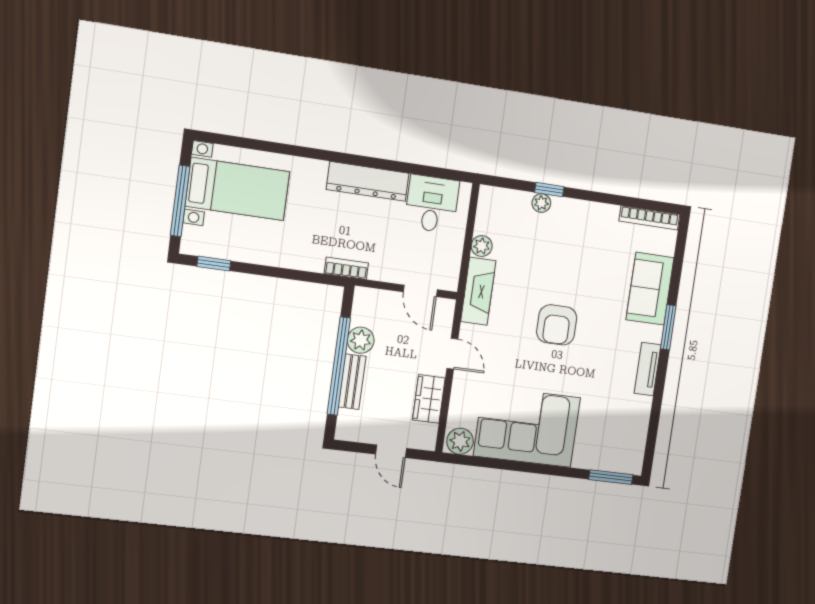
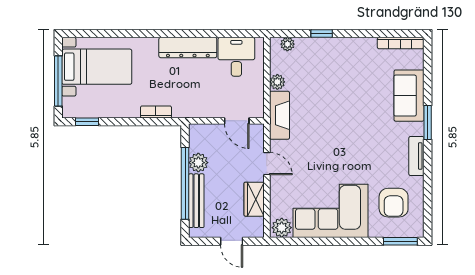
plant: (541, 203) -> (287, 44), moved
bookcase: (346, 268) -> (156, 112), moved
armchair: (557, 325) -> (394, 203), moved
bench: (352, 382) -> (196, 201), width x1.36

